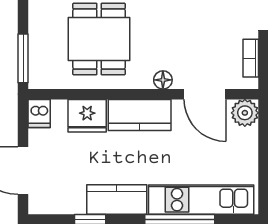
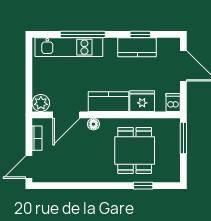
door: (205, 94) -> (66, 115), swing flipped
kitchen counter: (117, 200) -> (137, 47), moved

